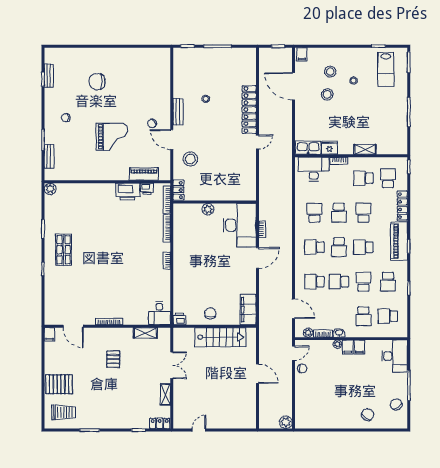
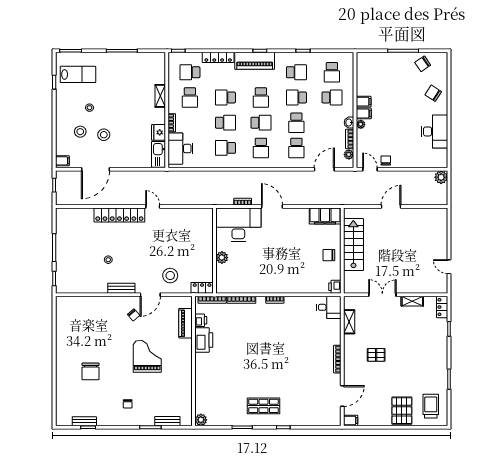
desk: (395, 356) -> (435, 131), moved, turned 90

